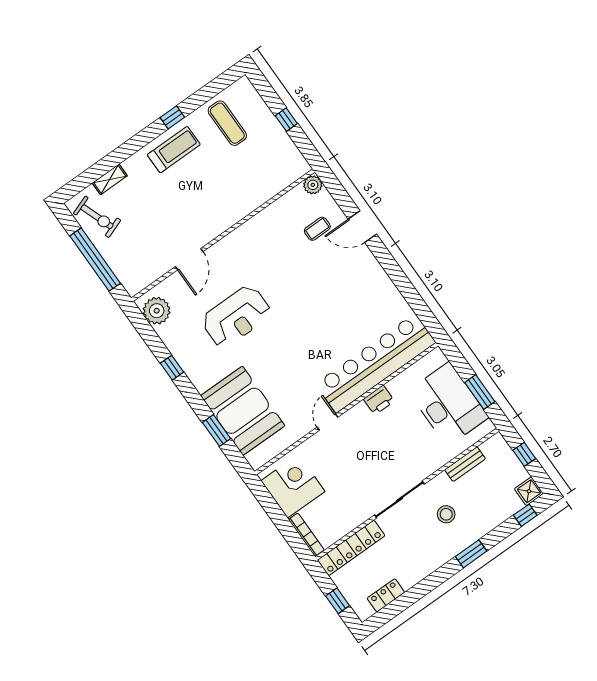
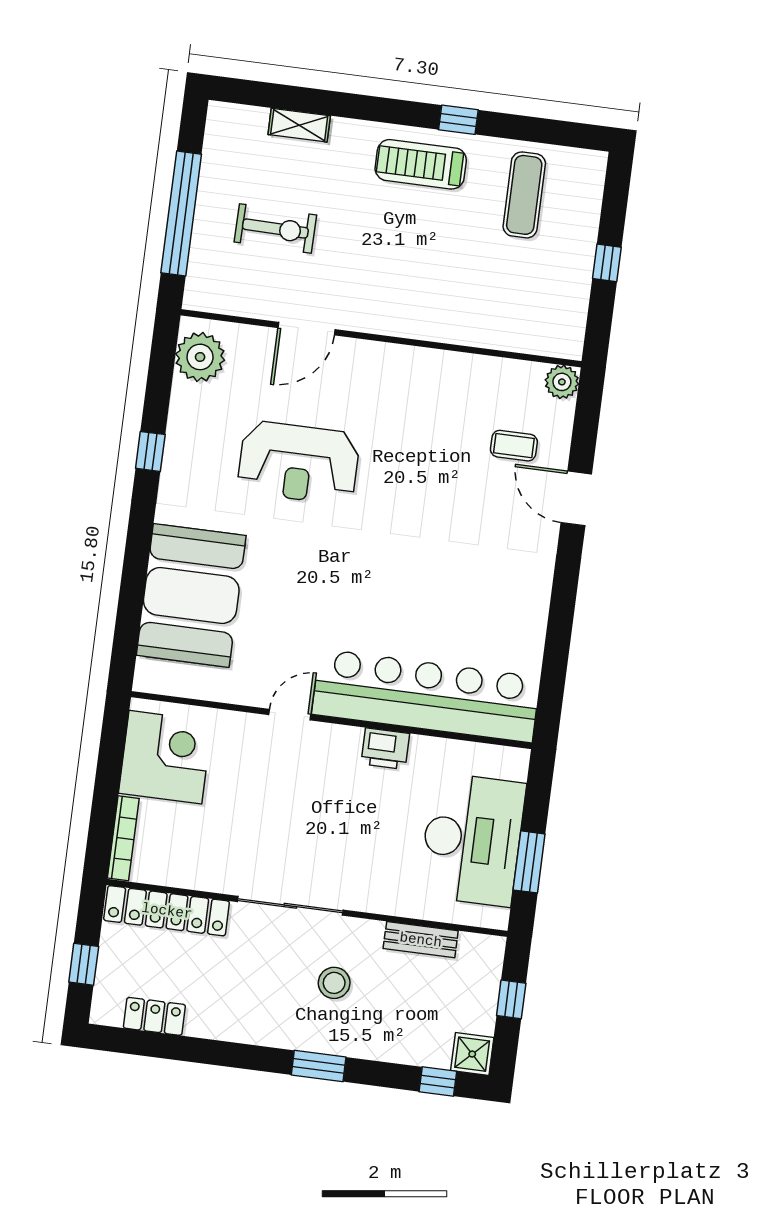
treadmill: (174, 150) -> (421, 164), turned 180
exercise bike: (97, 217) -> (275, 228), moved, turned -69
window: (217, 430) -> (132, 589), removed

